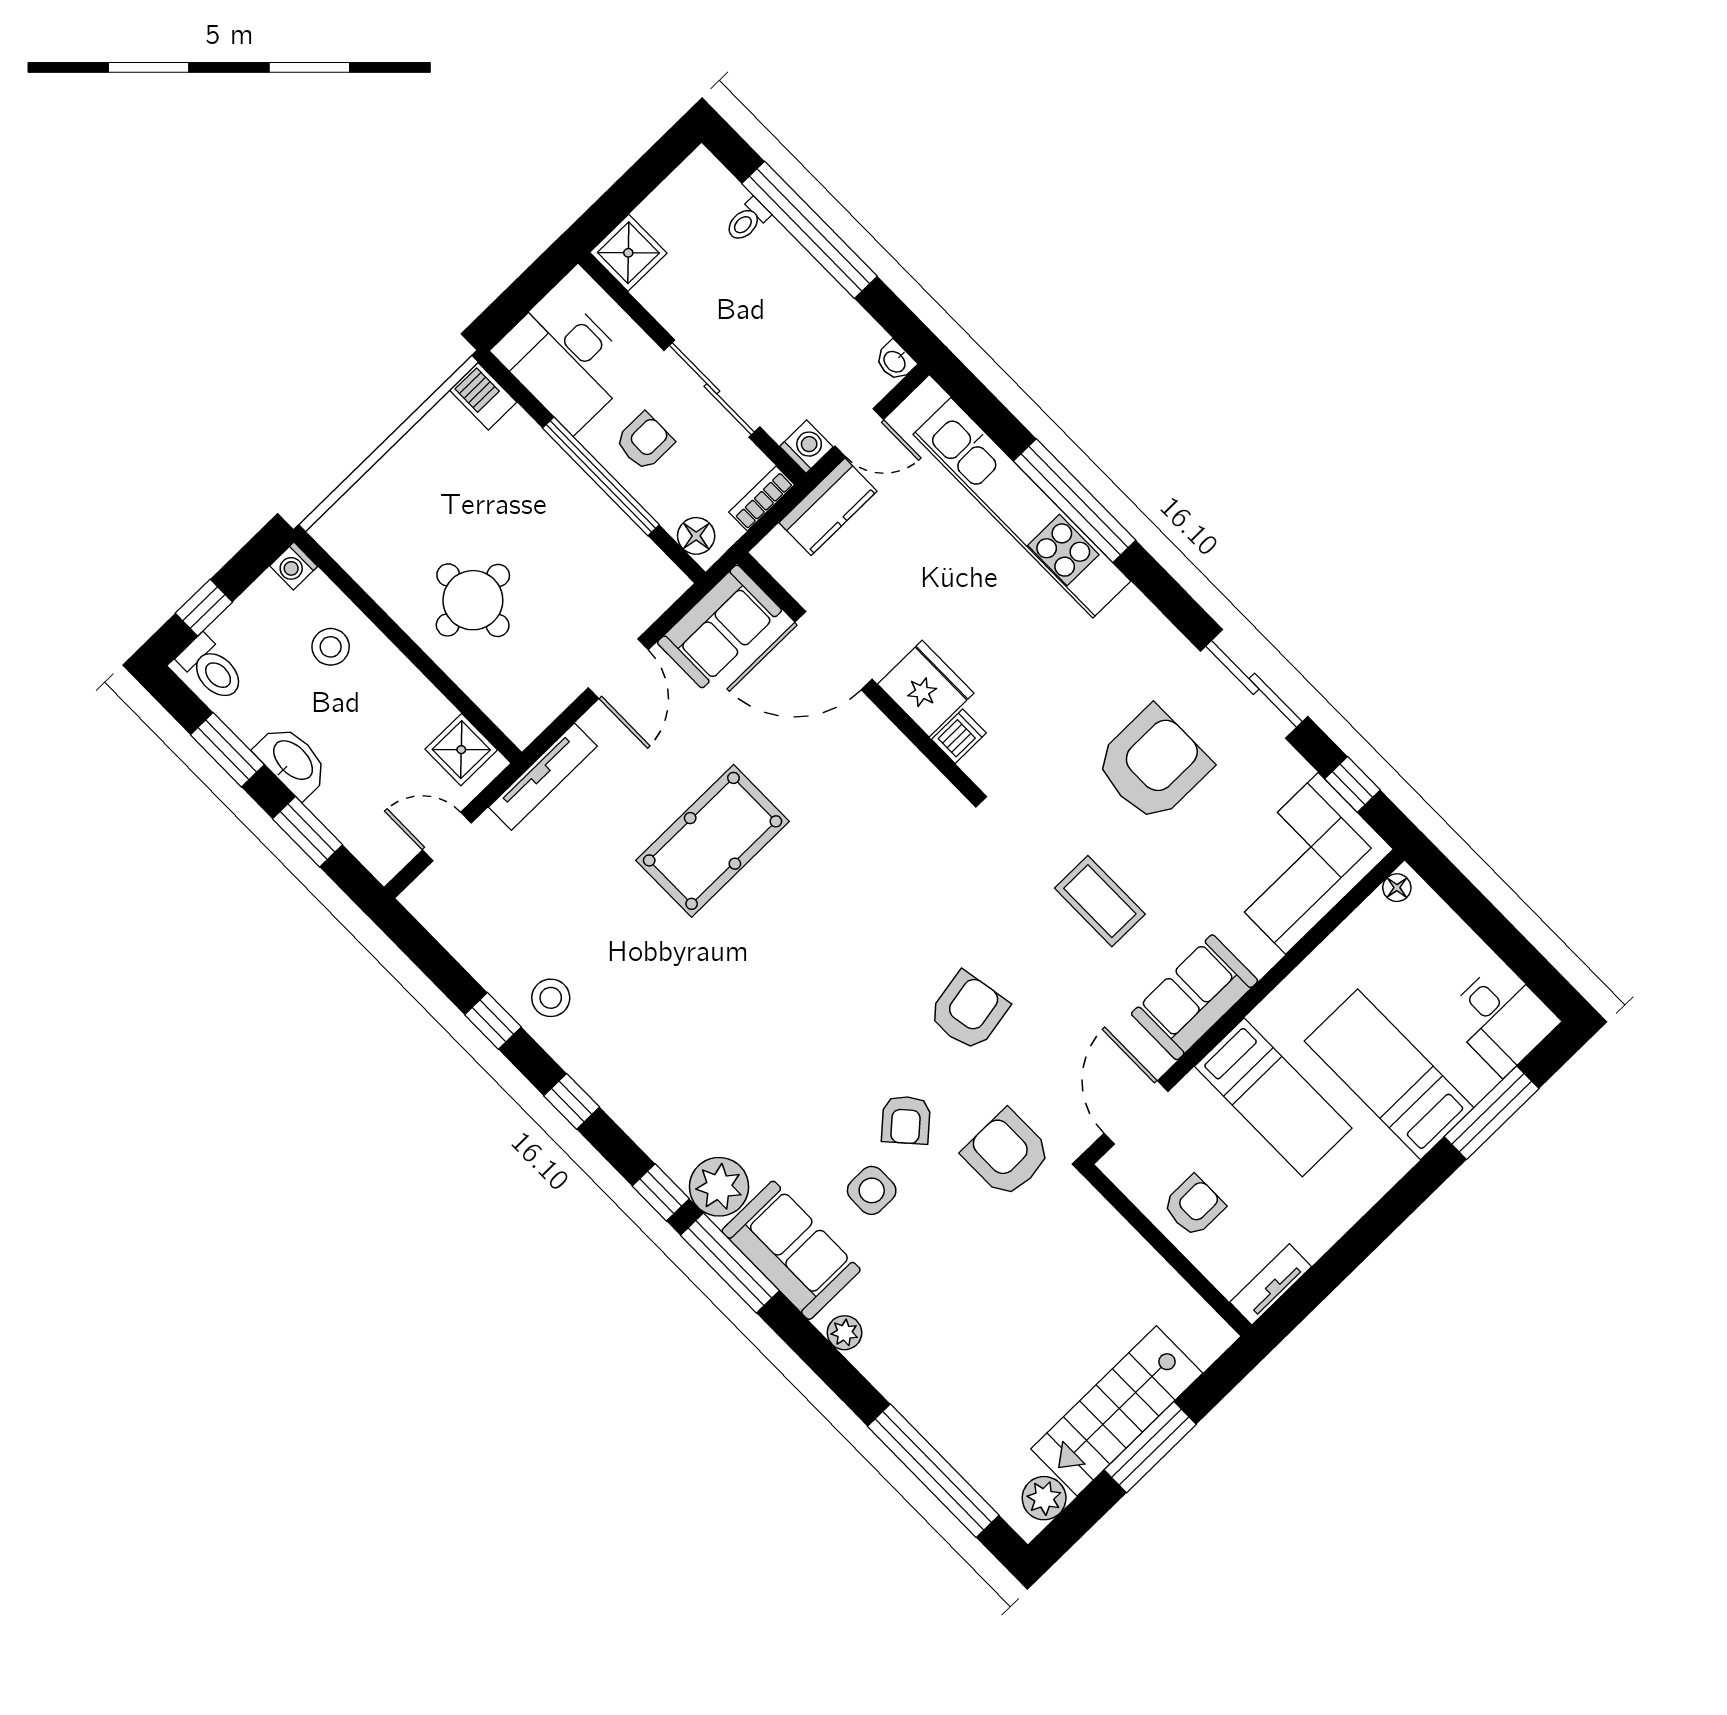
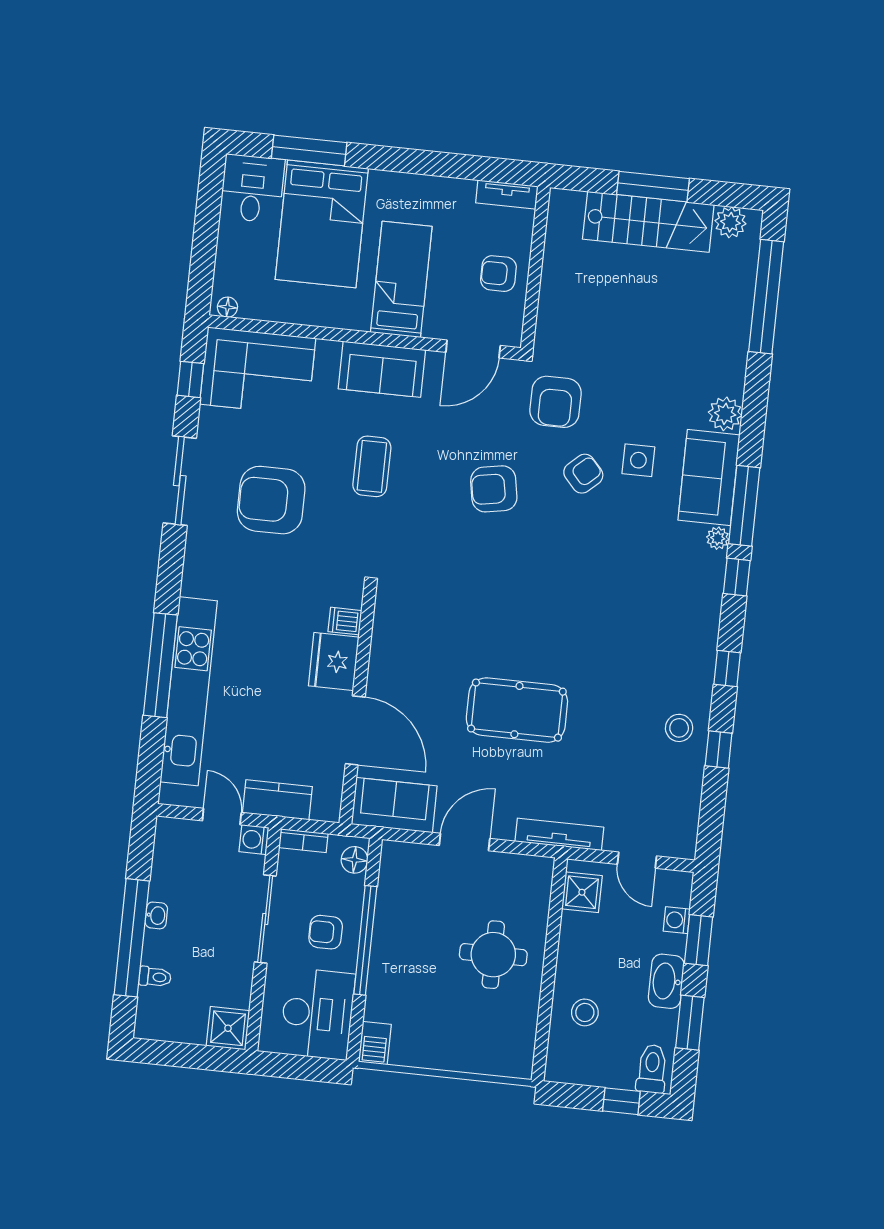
washbasin: (895, 361) -> (156, 915), moved
washing machine: (294, 566) -> (677, 920), moved, turned 180
bed: (1389, 1074) -> (322, 224), width x1.50
plant: (719, 1187) -> (718, 538), width x0.53, depth x0.53
plant: (845, 1333) -> (725, 414), width x1.38, depth x1.38

